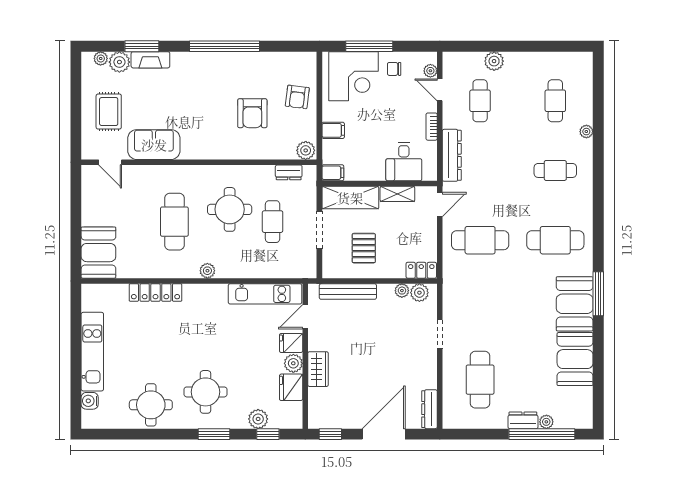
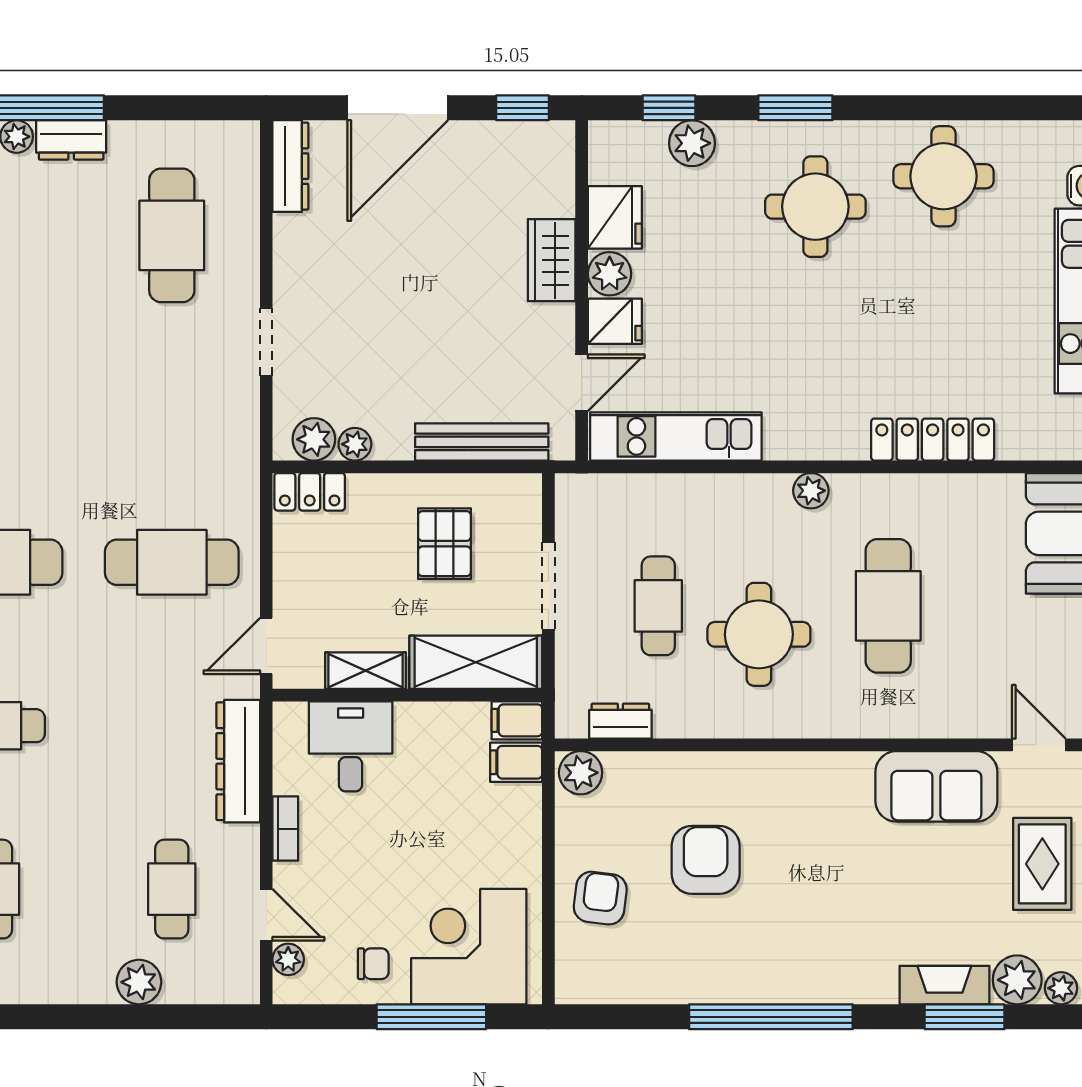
filing cabinet: (333, 130) -> (516, 762), moved

